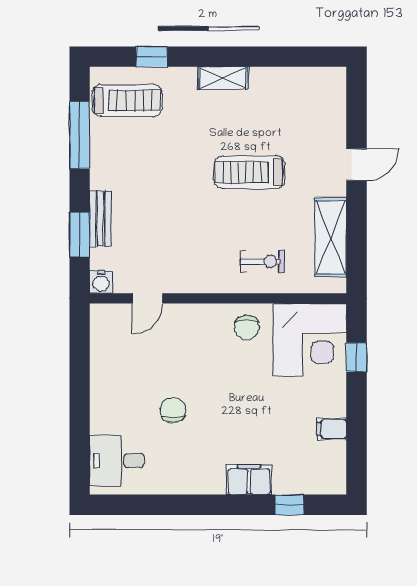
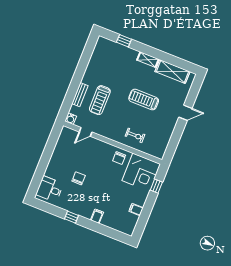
treadmill: (127, 100) -> (100, 100), moved, turned 90
window: (80, 135) -> (85, 60), removed
window: (80, 235) -> (70, 98), removed
shelving: (331, 237) -> (172, 72), moved, turned 90
filing cabinet: (249, 480) -> (97, 216), width x0.50
window: (290, 505) -> (71, 217), moved

